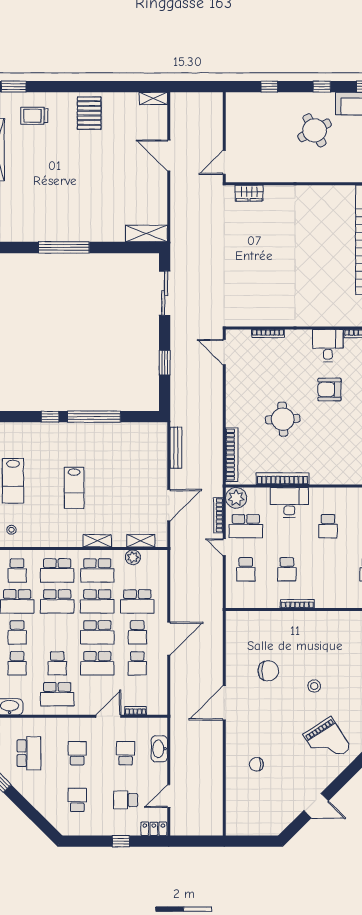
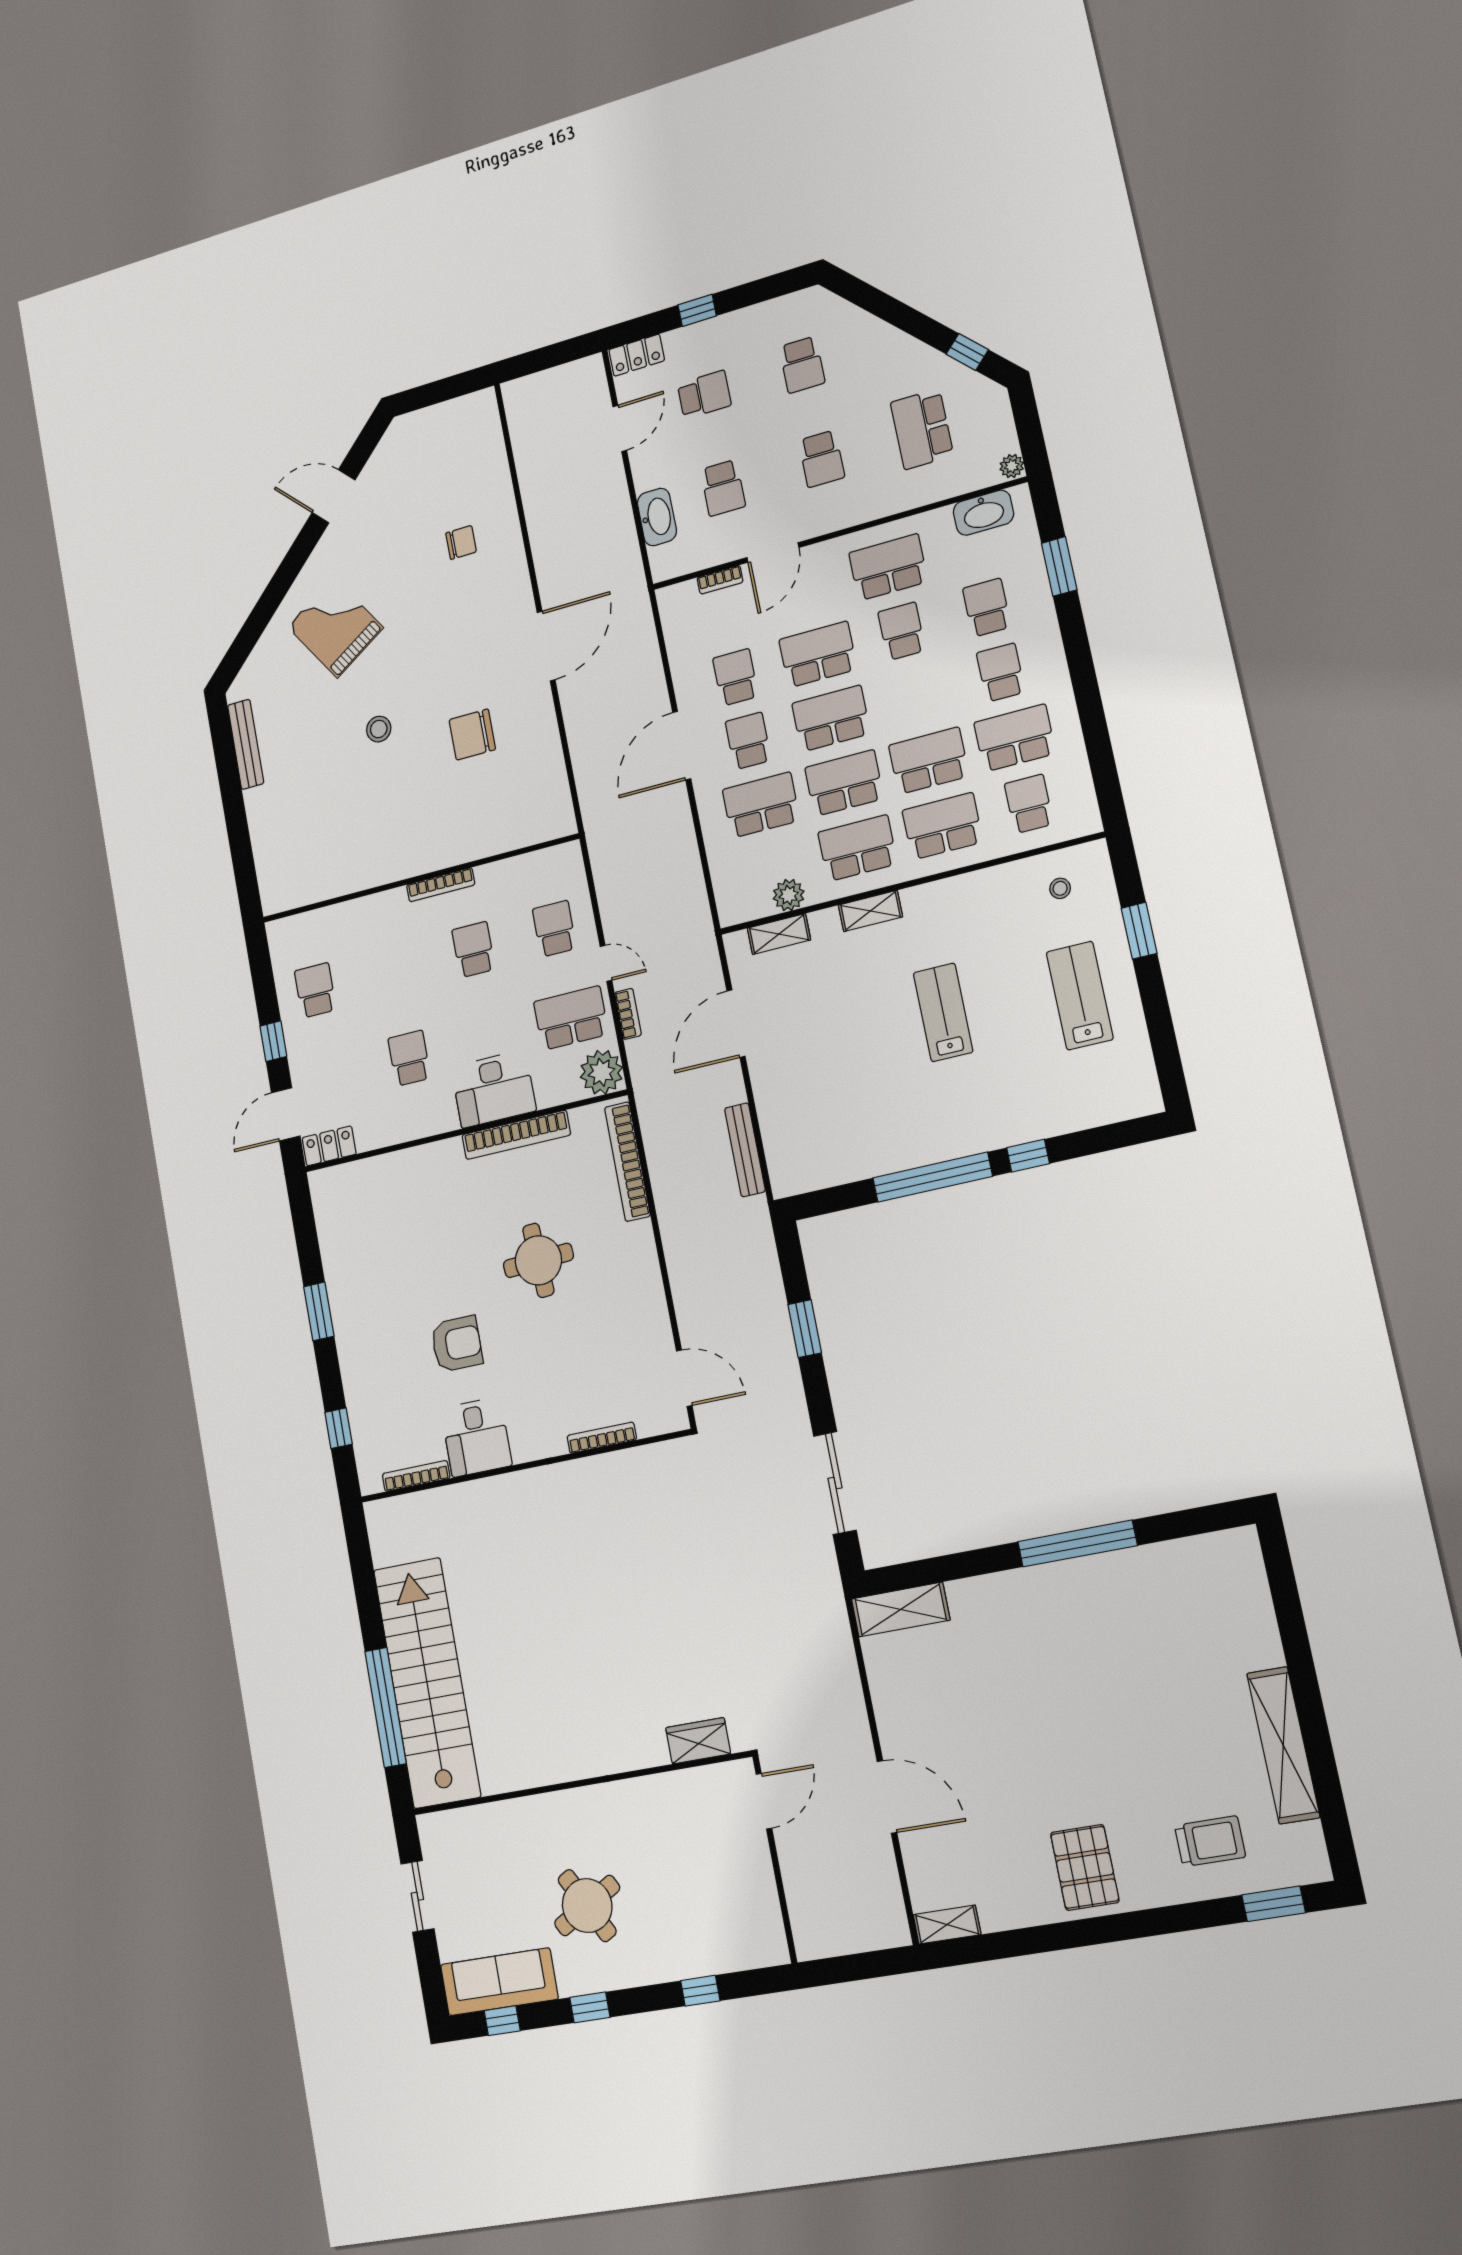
bookcase: (218, 515) -> (628, 1014), width x0.64

